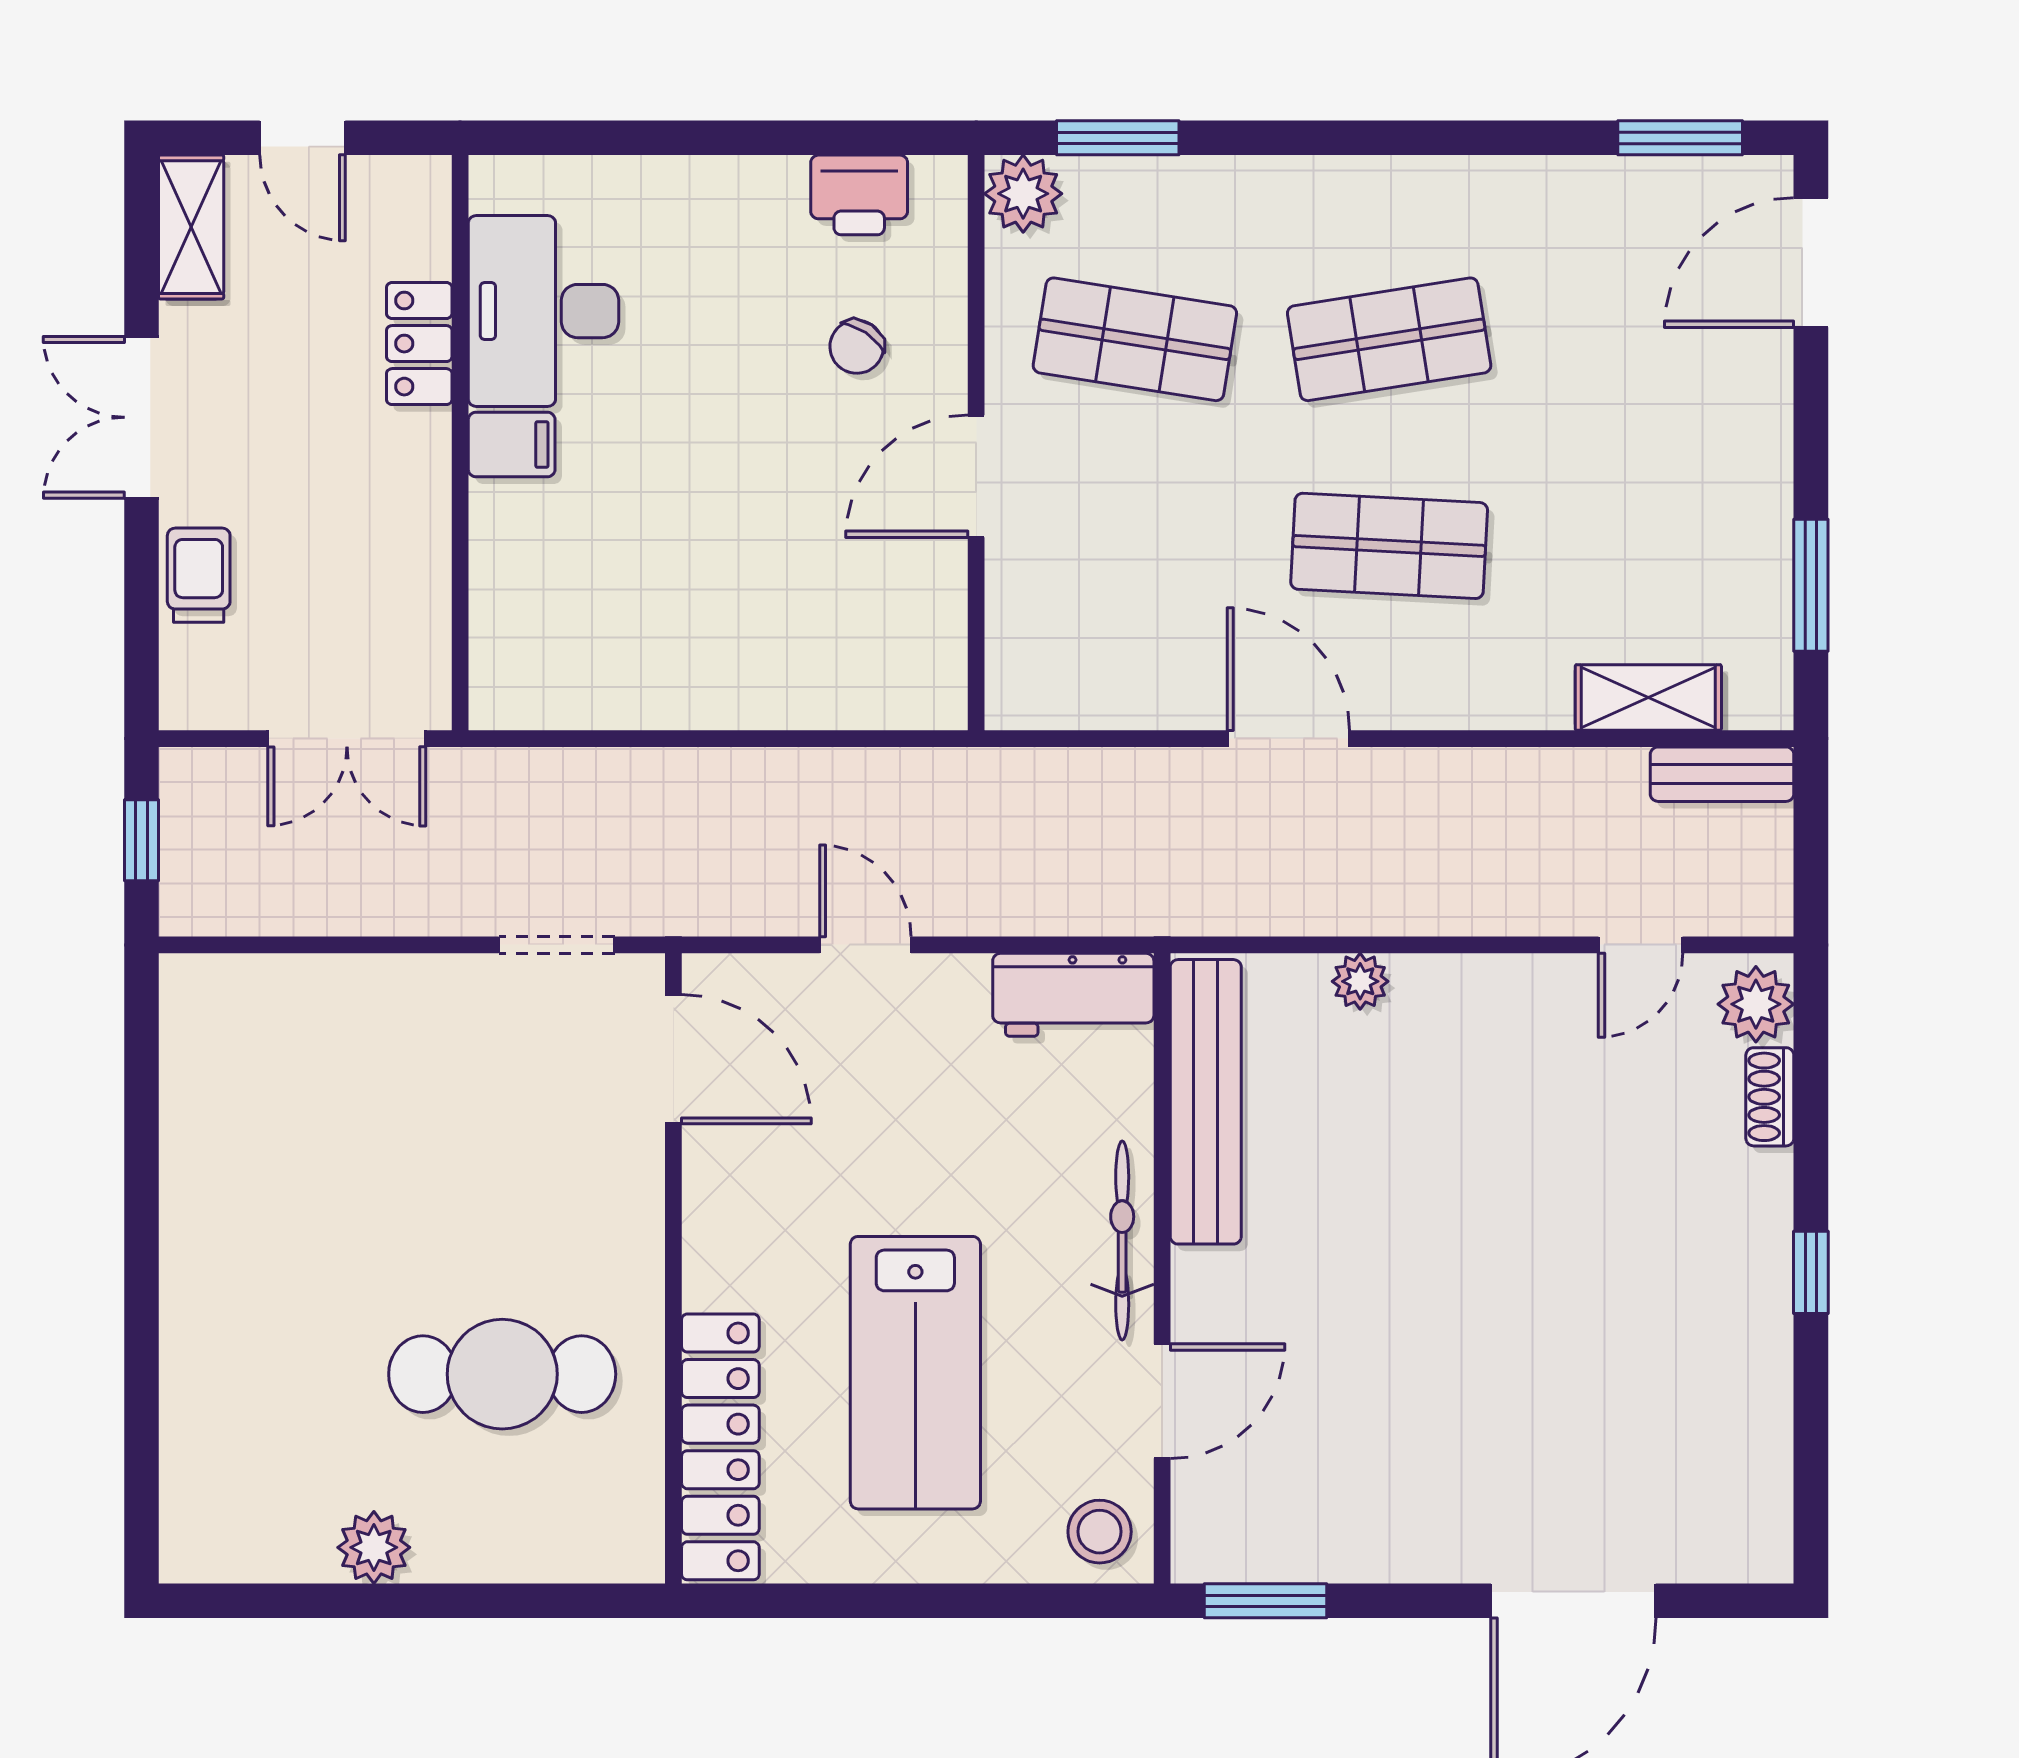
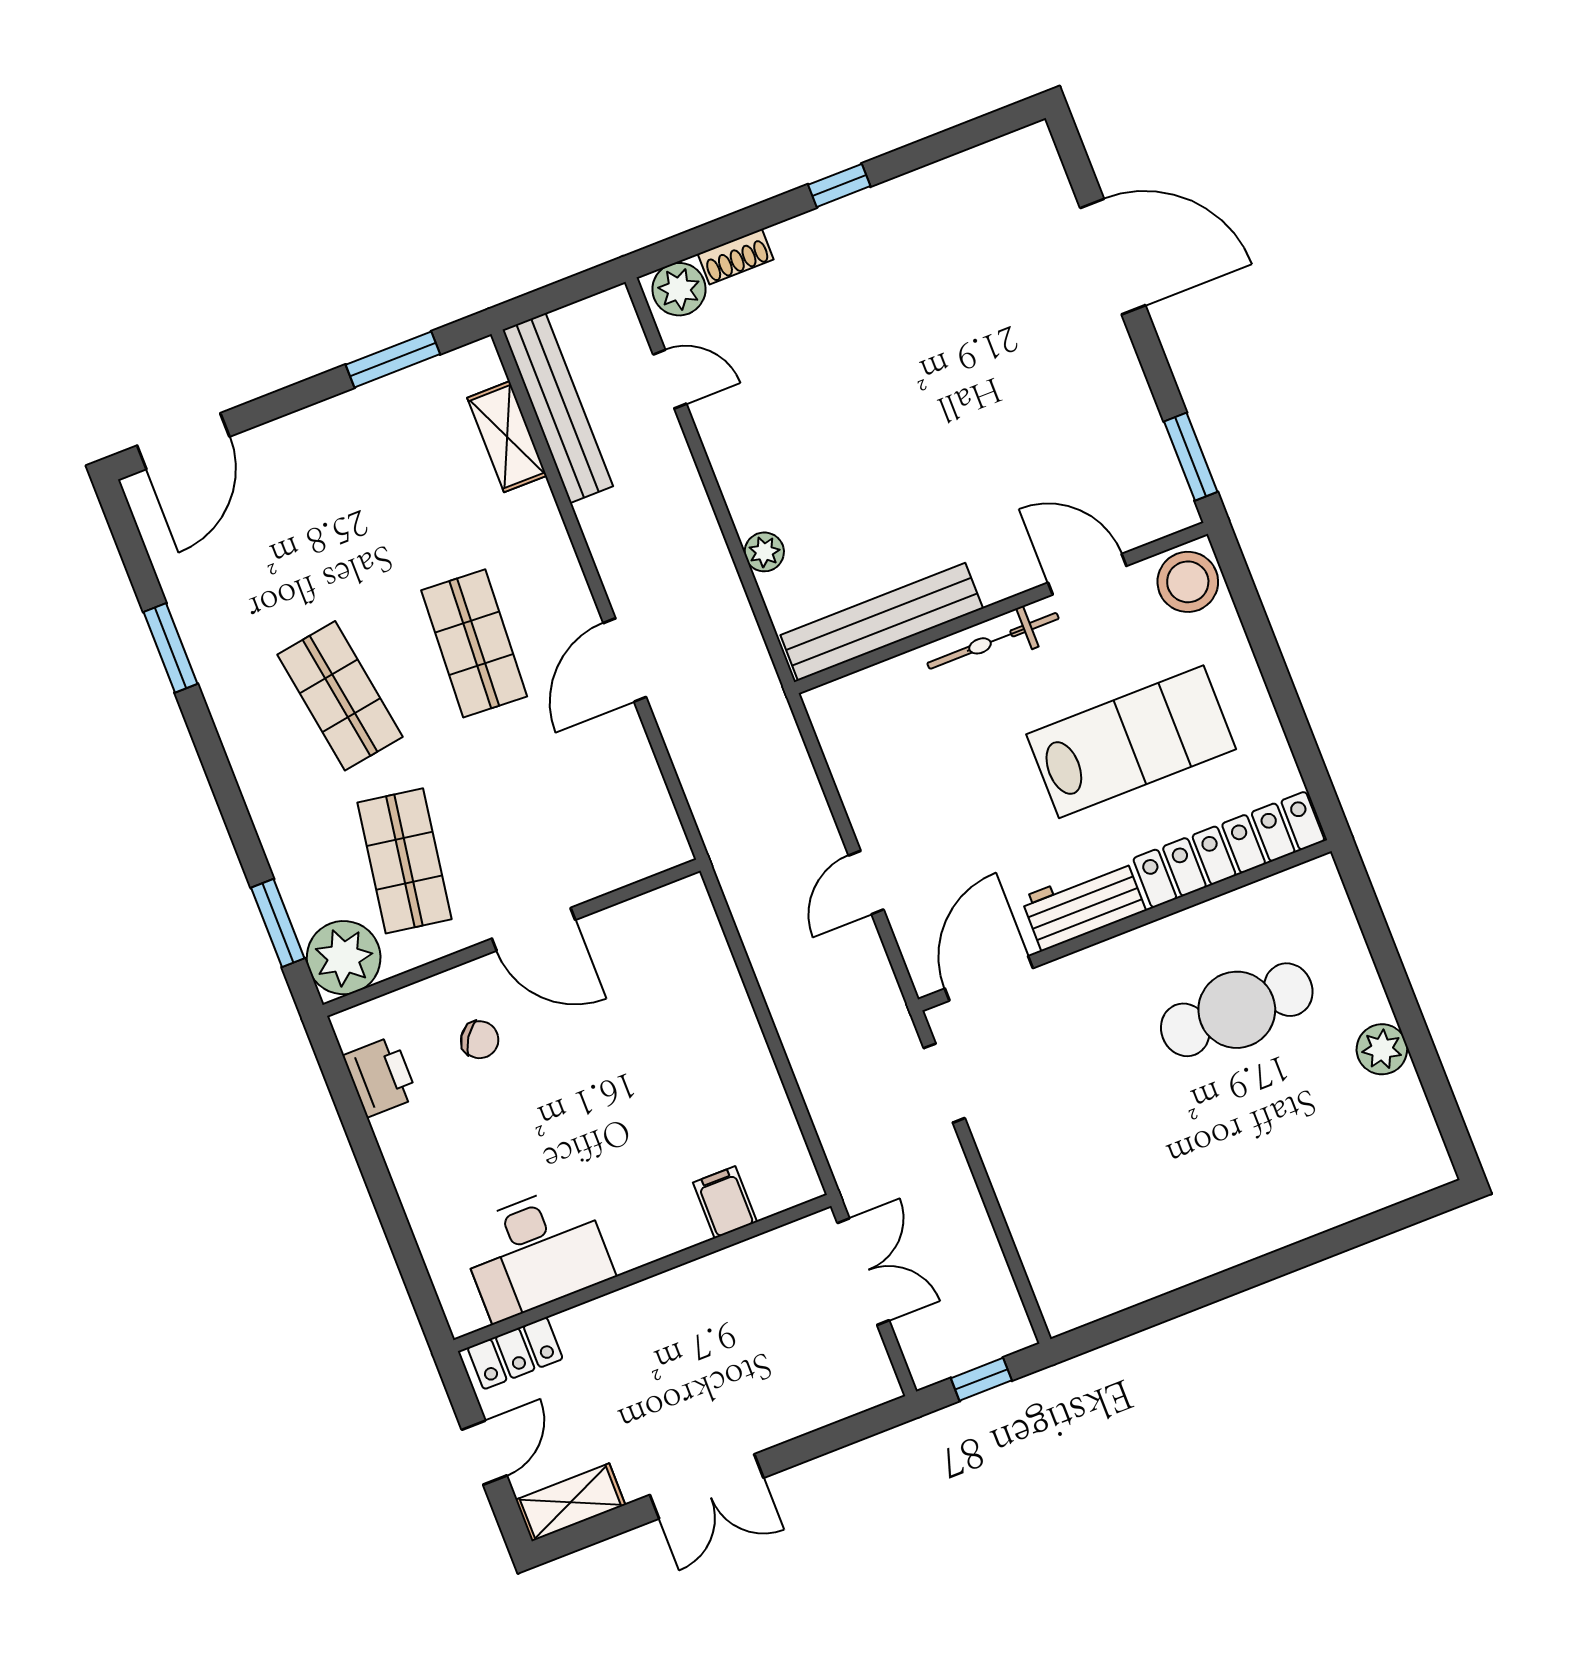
window: (1680, 138) -> (171, 648), moved
plant: (1023, 194) -> (344, 958), width x1.36, depth x1.36
door: (1811, 263) -> (183, 441), hinge flipped
locker: (419, 344) -> (515, 1353), moved
filing cabinet: (512, 445) -> (725, 1202), moved
trolley: (199, 575) -> (795, 1409), removed
bench: (1722, 774) -> (558, 408), width x1.86, depth x1.21
workbench: (1073, 995) -> (1083, 904), moved, turned -90
cafe table: (502, 1374) -> (1237, 1010), turned 90
stool: (1100, 1532) -> (1188, 582), width x1.38, depth x1.38

